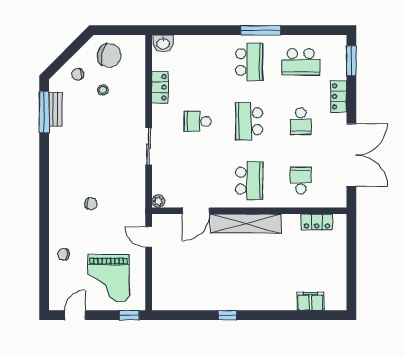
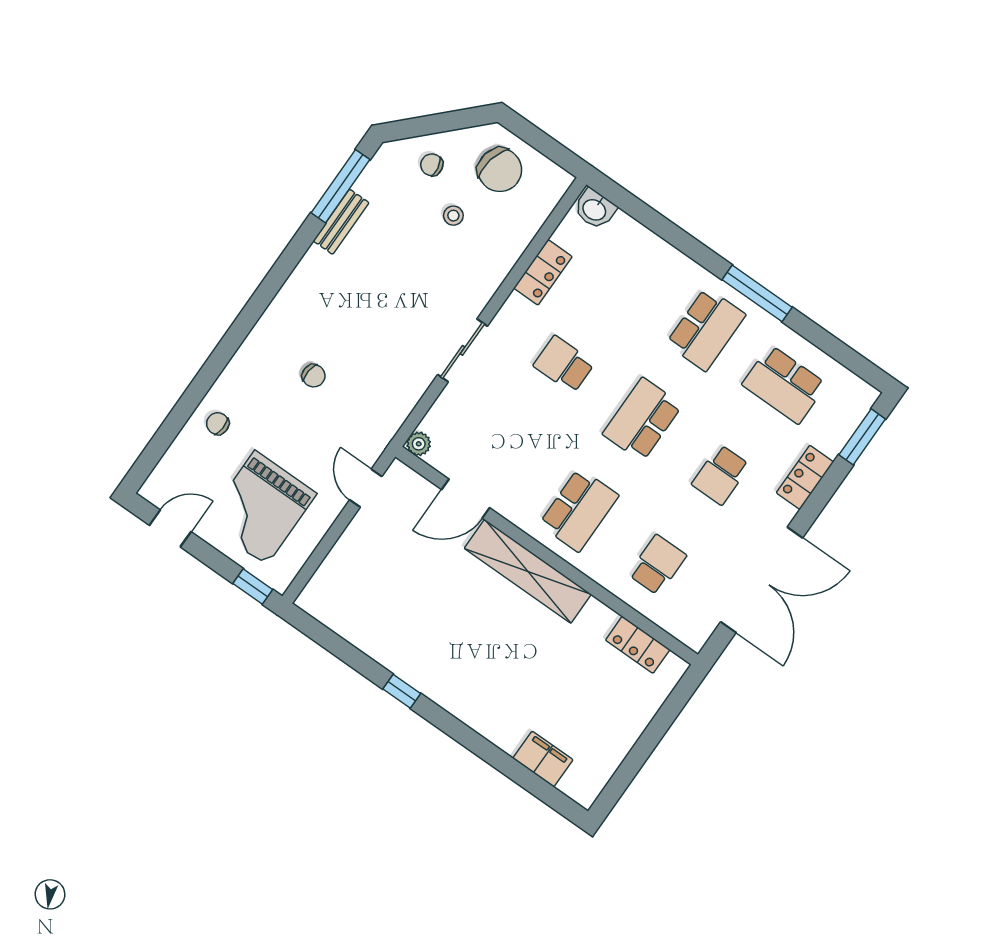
bench: (55, 109) -> (341, 222), moved

